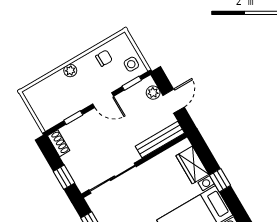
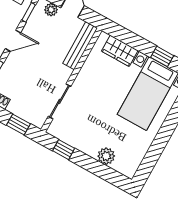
sliding door: (113, 178) -> (59, 101), width x0.73
window: (220, 180) -> (162, 56), moved

